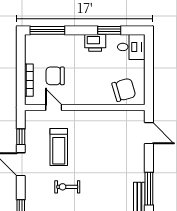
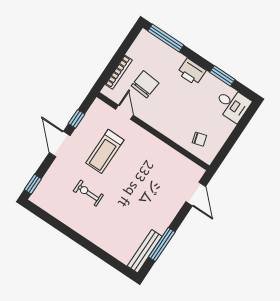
printer: (95, 43) -> (192, 72), moved
chair: (55, 76) -> (145, 84), turned 95
chair: (124, 90) -> (199, 139), width x0.54, depth x0.54

